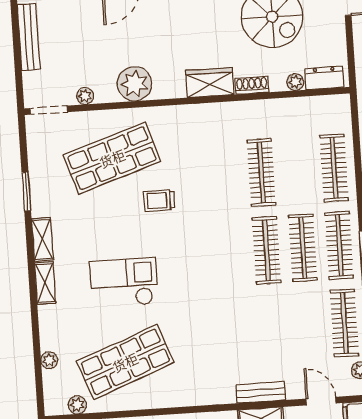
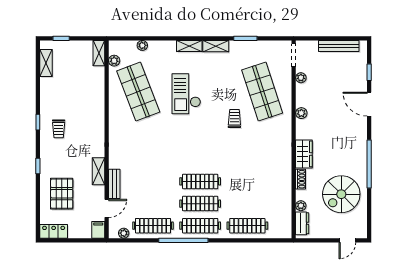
plant: (135, 84) -> (301, 113), width x0.53, depth x0.53
clothes rail: (261, 173) -> (247, 181), removed
checkout: (124, 283) -> (186, 94), turned 180
bench: (261, 392) -> (114, 184), moved

